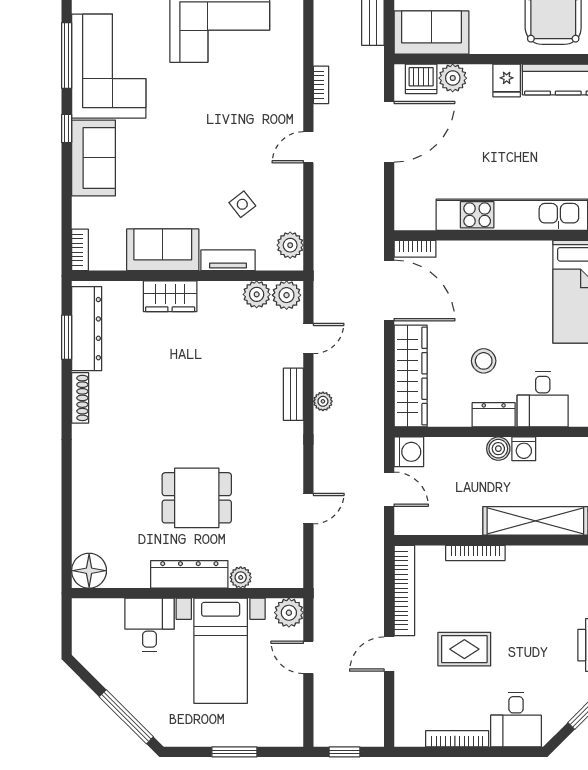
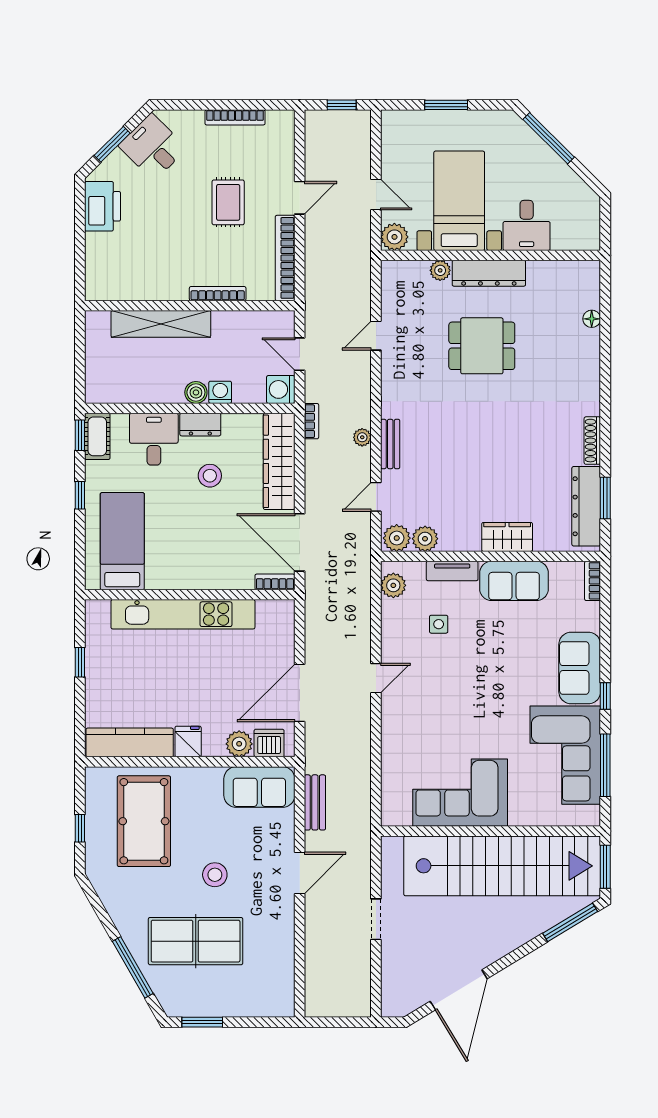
bookcase: (321, 85) -> (311, 421), moved, turned 180
side table: (242, 204) -> (439, 624), turned 38
washing machine: (524, 449) -> (220, 392), moved
floor lamp: (89, 571) -> (592, 319), moved, width x0.53, depth x0.53
rug: (464, 649) -> (228, 202), turned 90
desk: (516, 720) -> (153, 147), moved, turned -45

